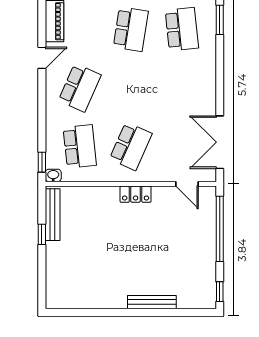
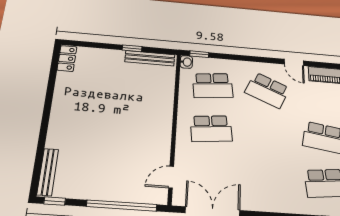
school desk: (131, 146) -> (211, 129), turned -30
locker: (136, 194) -> (67, 58), moved, turned 180
bench: (152, 302) -> (48, 172), moved

